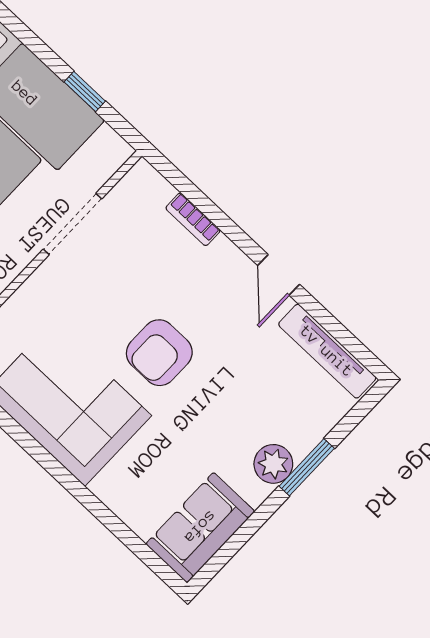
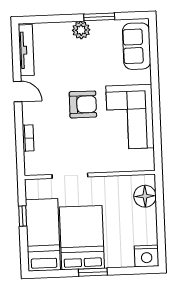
door: (279, 275) -> (18, 92), hinge flipped
window: (307, 467) -> (99, 17), moved
sofa: (200, 528) -> (137, 46), moved, turned 90

